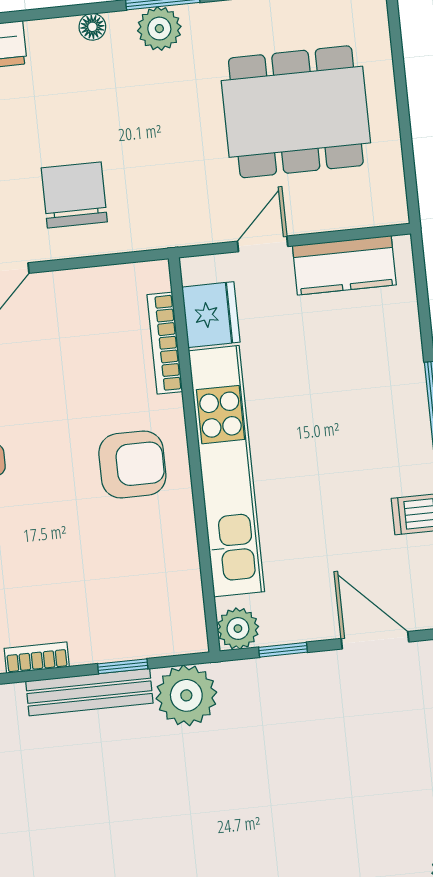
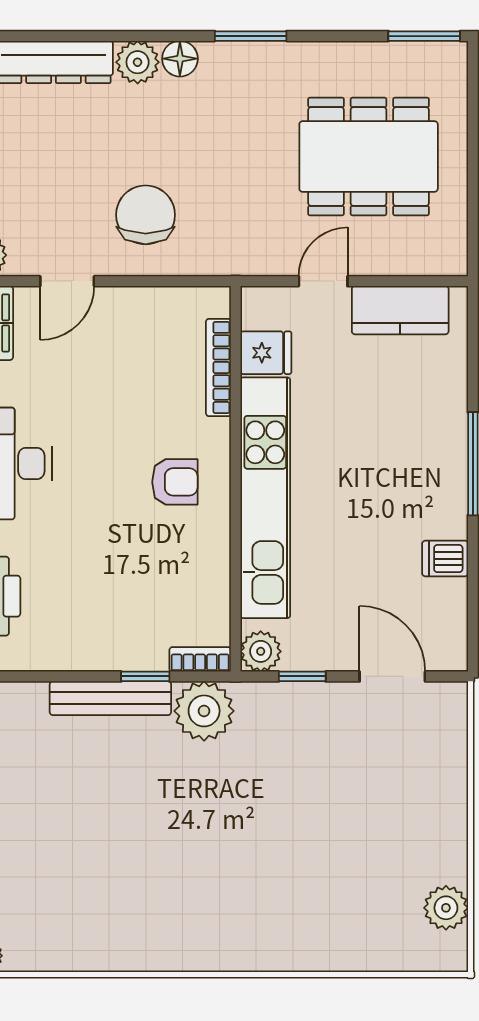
floor lamp: (92, 27) -> (180, 59), width x1.37, depth x1.37
plant: (159, 29) -> (138, 62), moved
fridge: (211, 315) -> (266, 353), width x0.72
armchair: (132, 464) -> (175, 482), width x0.72, depth x0.72
bookcase: (37, 658) -> (200, 659), moved

